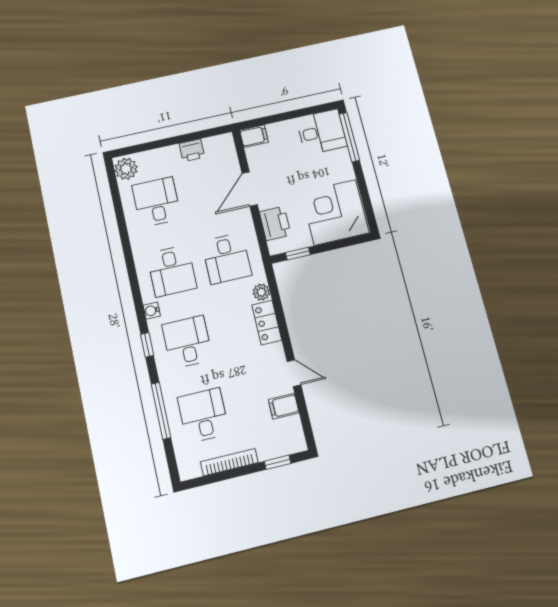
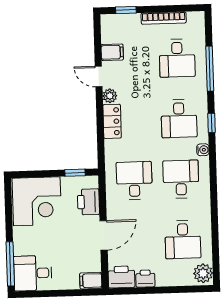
printer: (220, 147) -> (121, 277), added
plant: (261, 292) -> (110, 96), moved

